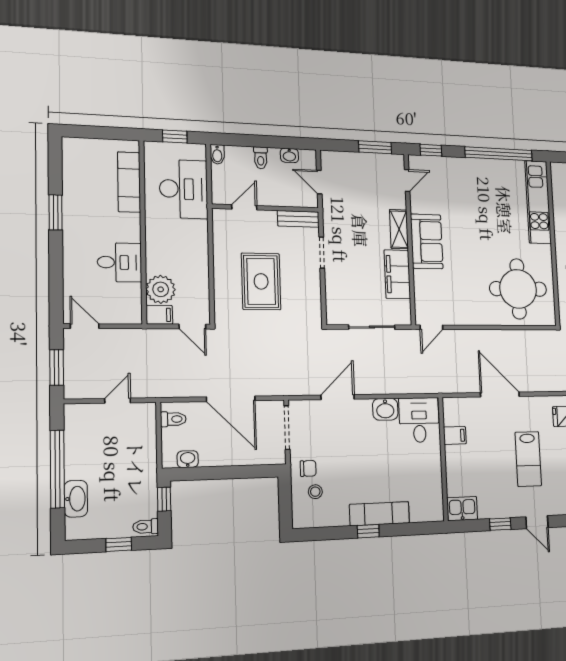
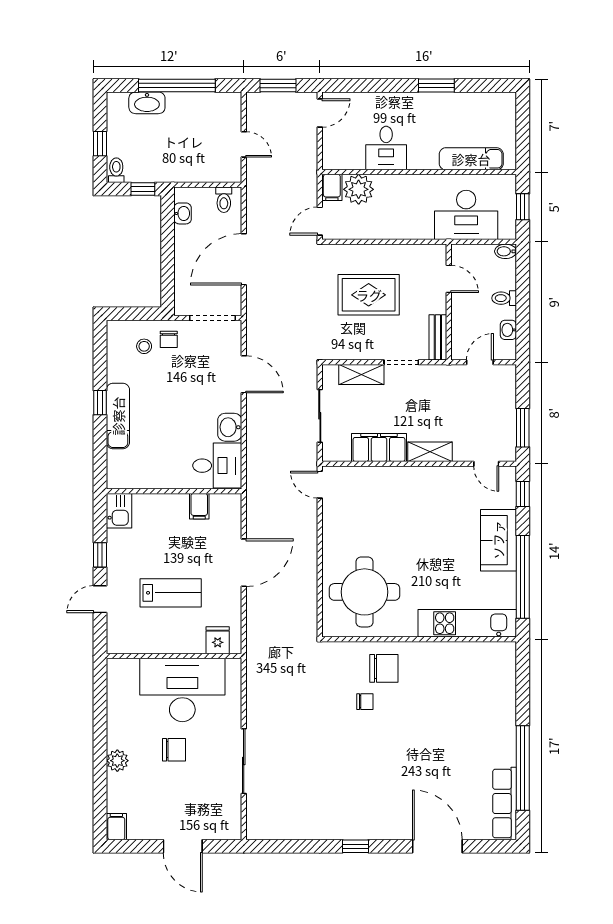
sofa: (427, 241) -> (498, 540), moved, turned 90
shelving: (334, 289) -> (361, 375), added
lab bench: (528, 459) -> (171, 593), turned 180

